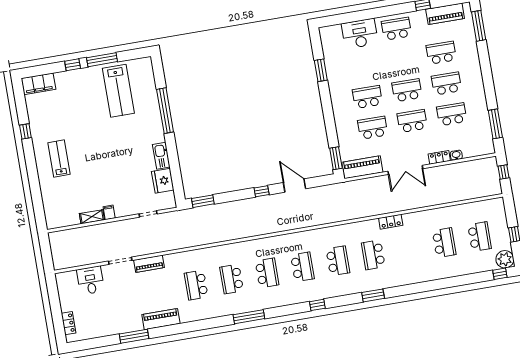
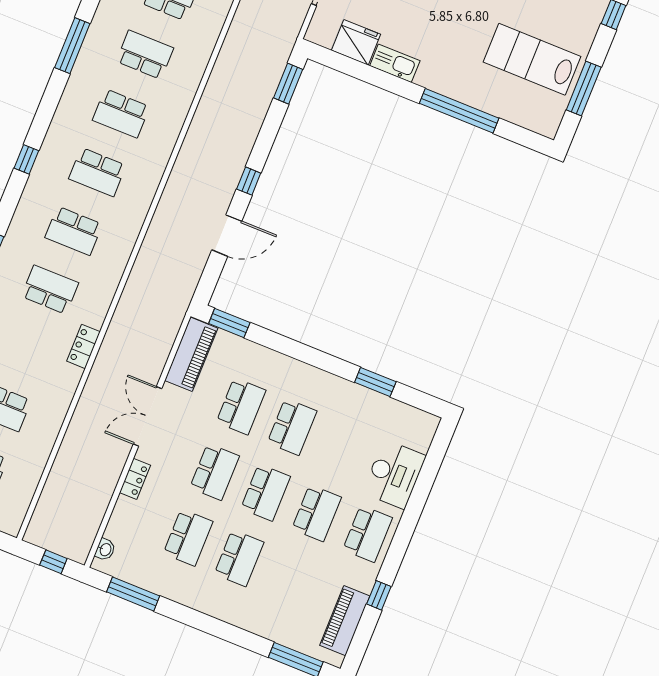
school desk: (441, 53) -> (317, 513), moved
window: (102, 60) -> (584, 88), moved
washbasin: (456, 155) -> (105, 550), moved

